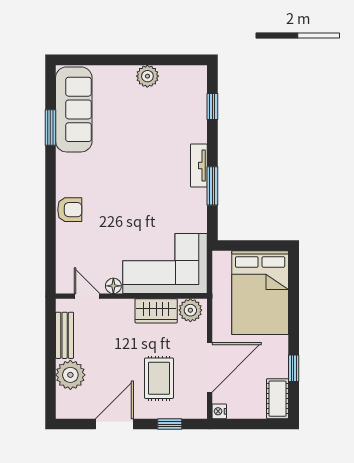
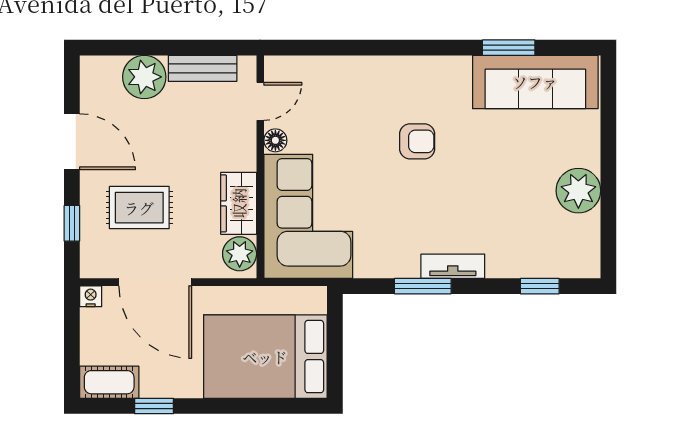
plant: (147, 76) -> (578, 191), width x1.36, depth x1.36
armchair: (70, 210) -> (417, 141), moved, turned -90

